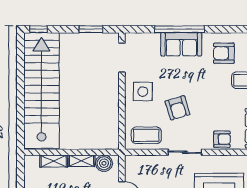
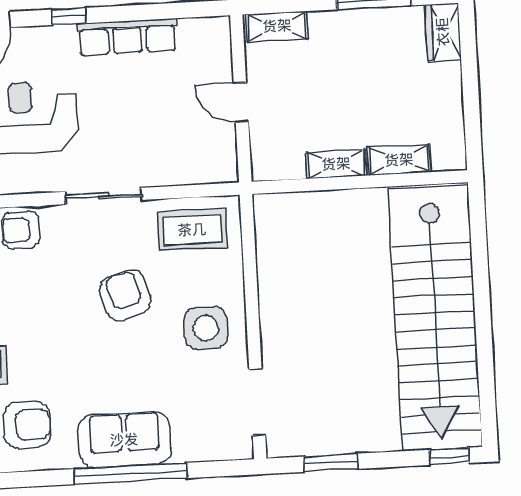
boiler: (104, 163) -> (285, 161), removed

